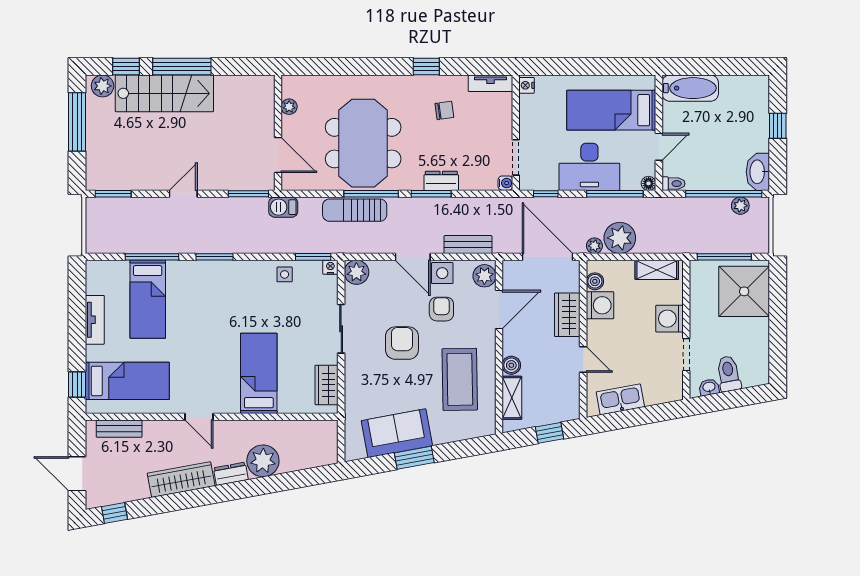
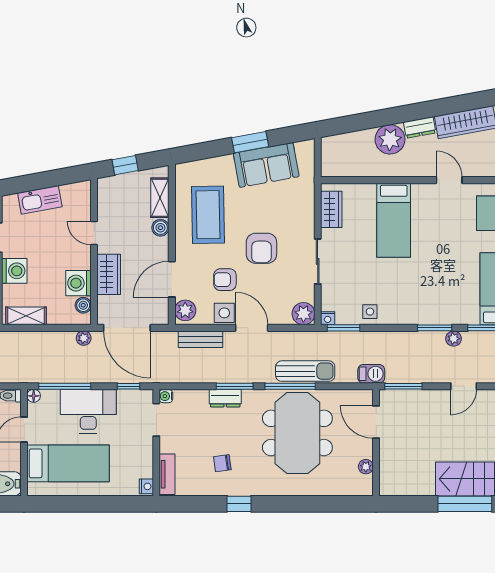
tv unit: (491, 83) -> (167, 474), moved, turned 90
plant: (620, 238) -> (454, 339), moved, width x0.53, depth x0.53
armchair: (441, 309) -> (225, 280), turned 90
kitchen sink: (620, 399) -> (40, 200), moved

